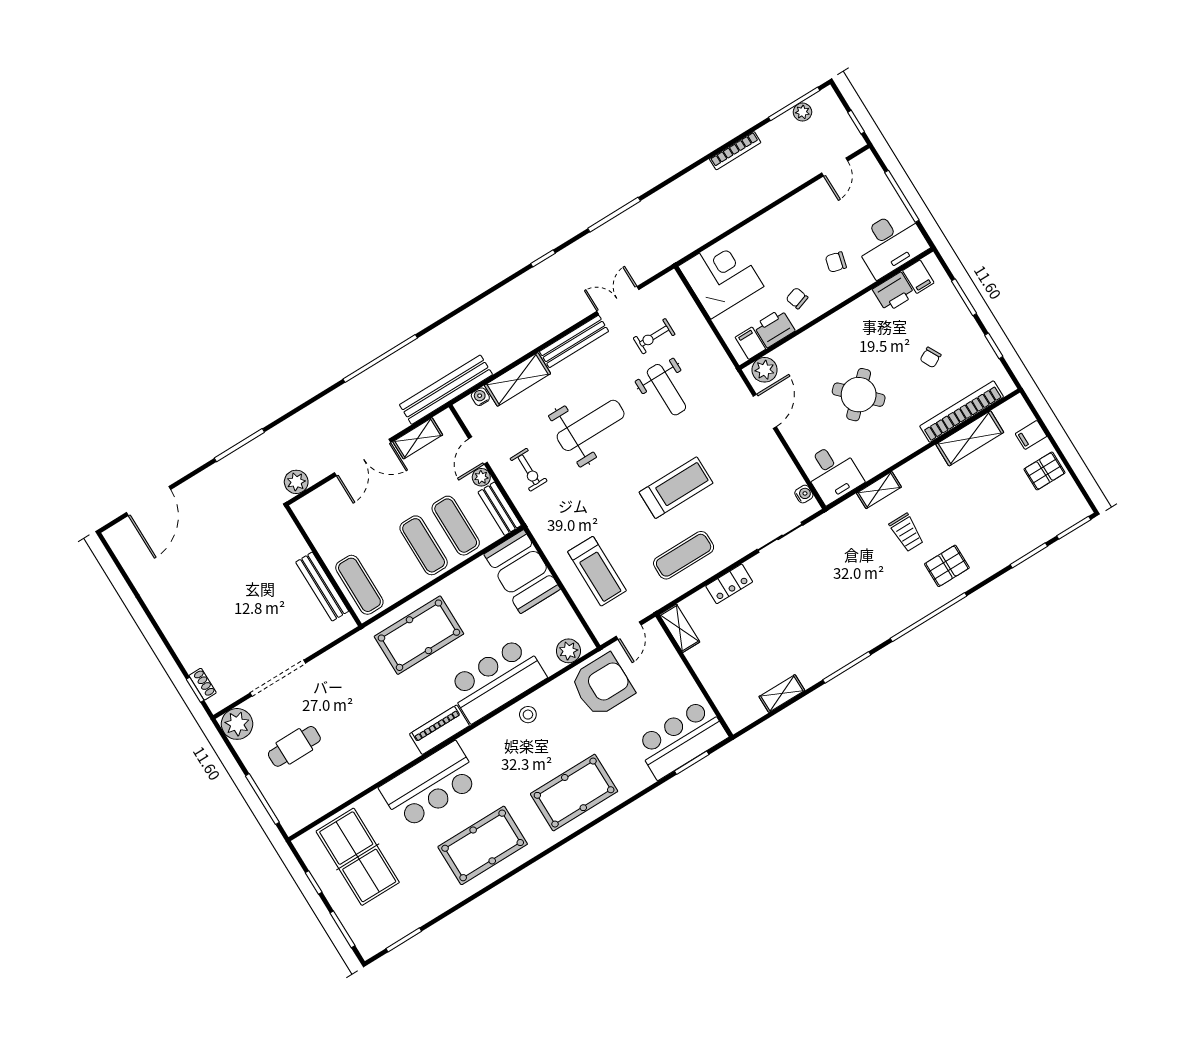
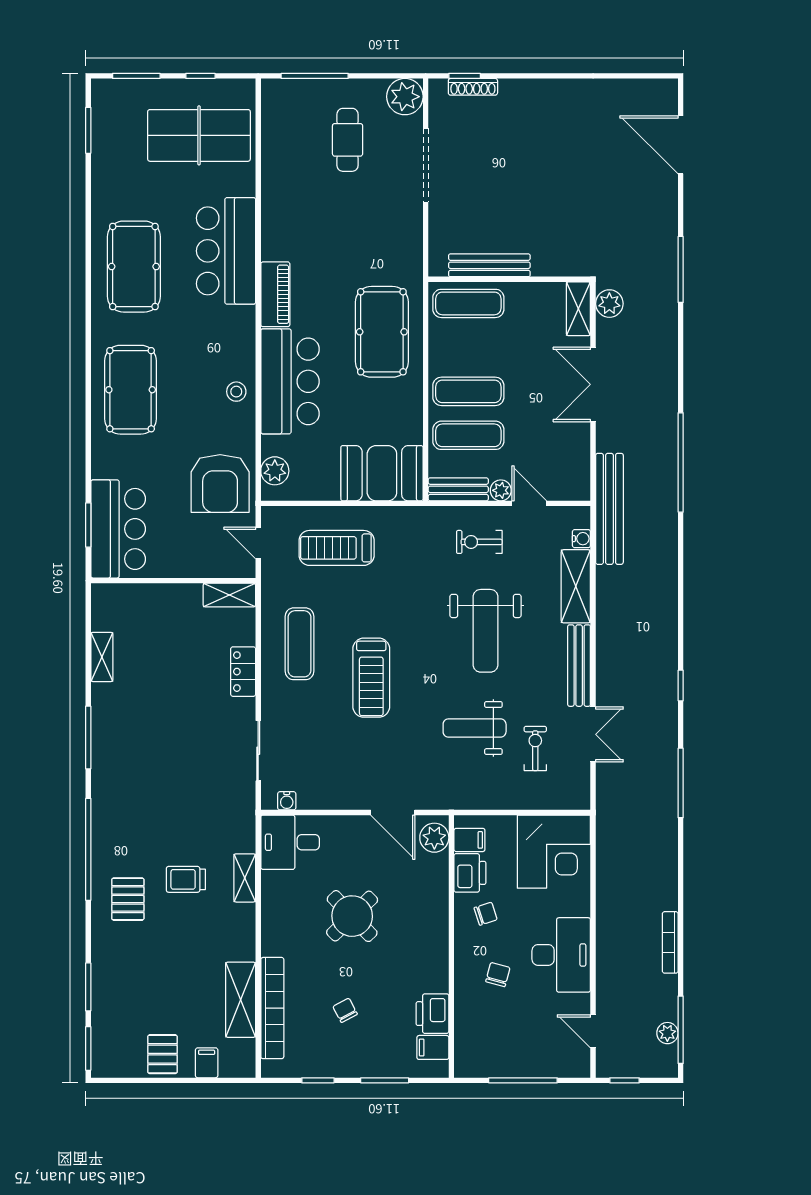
desk: (891, 243) -> (561, 955), moved, turned 180
shelving: (418, 438) -> (578, 309), moved
shoe rack: (203, 684) -> (473, 87), width x1.43

